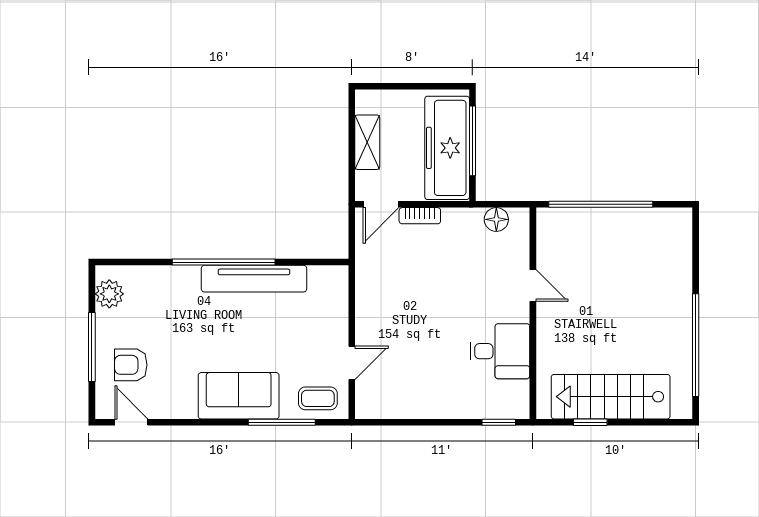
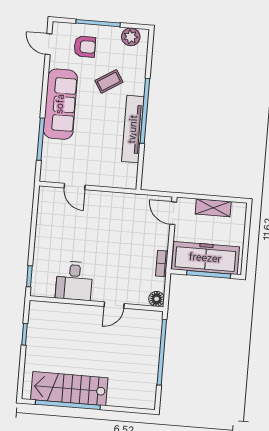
bookcase: (420, 216) -> (162, 264), moved
floor lamp: (496, 219) -> (157, 299), moved
armchair: (131, 365) -> (85, 47), turned 90
sofa: (239, 396) -> (60, 104), width x1.36
stairs: (611, 397) -> (69, 389), moved, turned -90
coffee table: (318, 398) -> (109, 81), moved, turned 58
door: (131, 422) -> (48, 44), swing flipped

